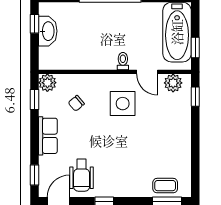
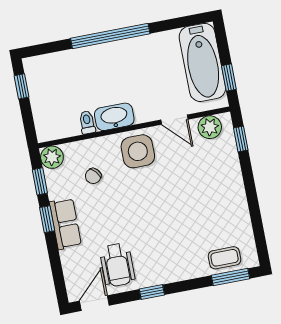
washbasin: (48, 31) -> (114, 117), moved, turned -90
toilet: (123, 61) -> (87, 122), moved
side table: (123, 104) -> (138, 151), moved
window: (35, 175) -> (47, 219), moved

